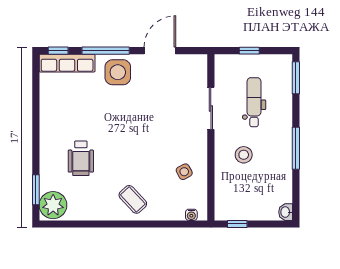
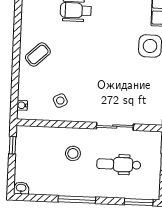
dental chair: (254, 102) -> (119, 164), turned 180

